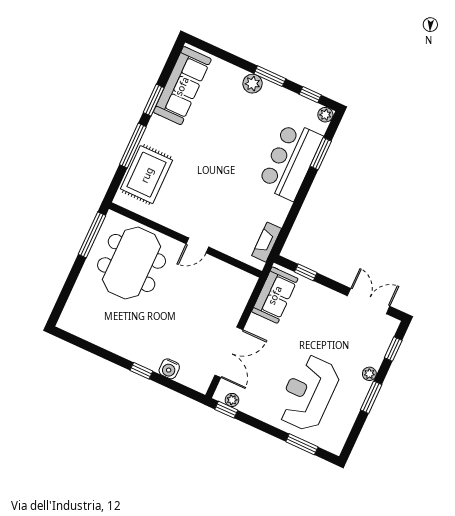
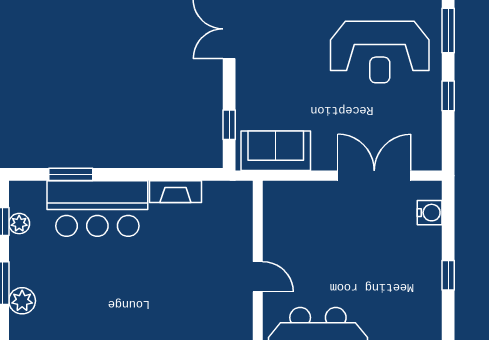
plant: (325, 115) -> (19, 224), moved
fireplace: (267, 242) -> (175, 192), moved
water cooler: (169, 369) -> (430, 213), moved
plant: (232, 400) -> (433, 144), removed
window: (226, 410) -> (448, 96), moved

